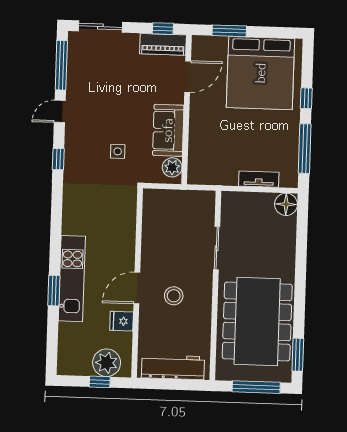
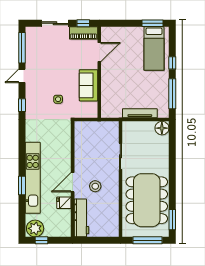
sliding door: (100, 27) -> (55, 23), moved
window: (229, 31) -> (153, 23), moved
bed: (261, 73) -> (154, 49), width x0.49
plant: (172, 167) -> (92, 108), removed
tv unit: (259, 179) -> (140, 113), width x1.41
kitchen unit: (72, 279) -> (33, 178), width x1.36
plant: (107, 363) -> (35, 228), moved
workbench: (173, 367) -> (81, 218), moved, turned 90
window: (100, 382) -> (41, 240), moved

